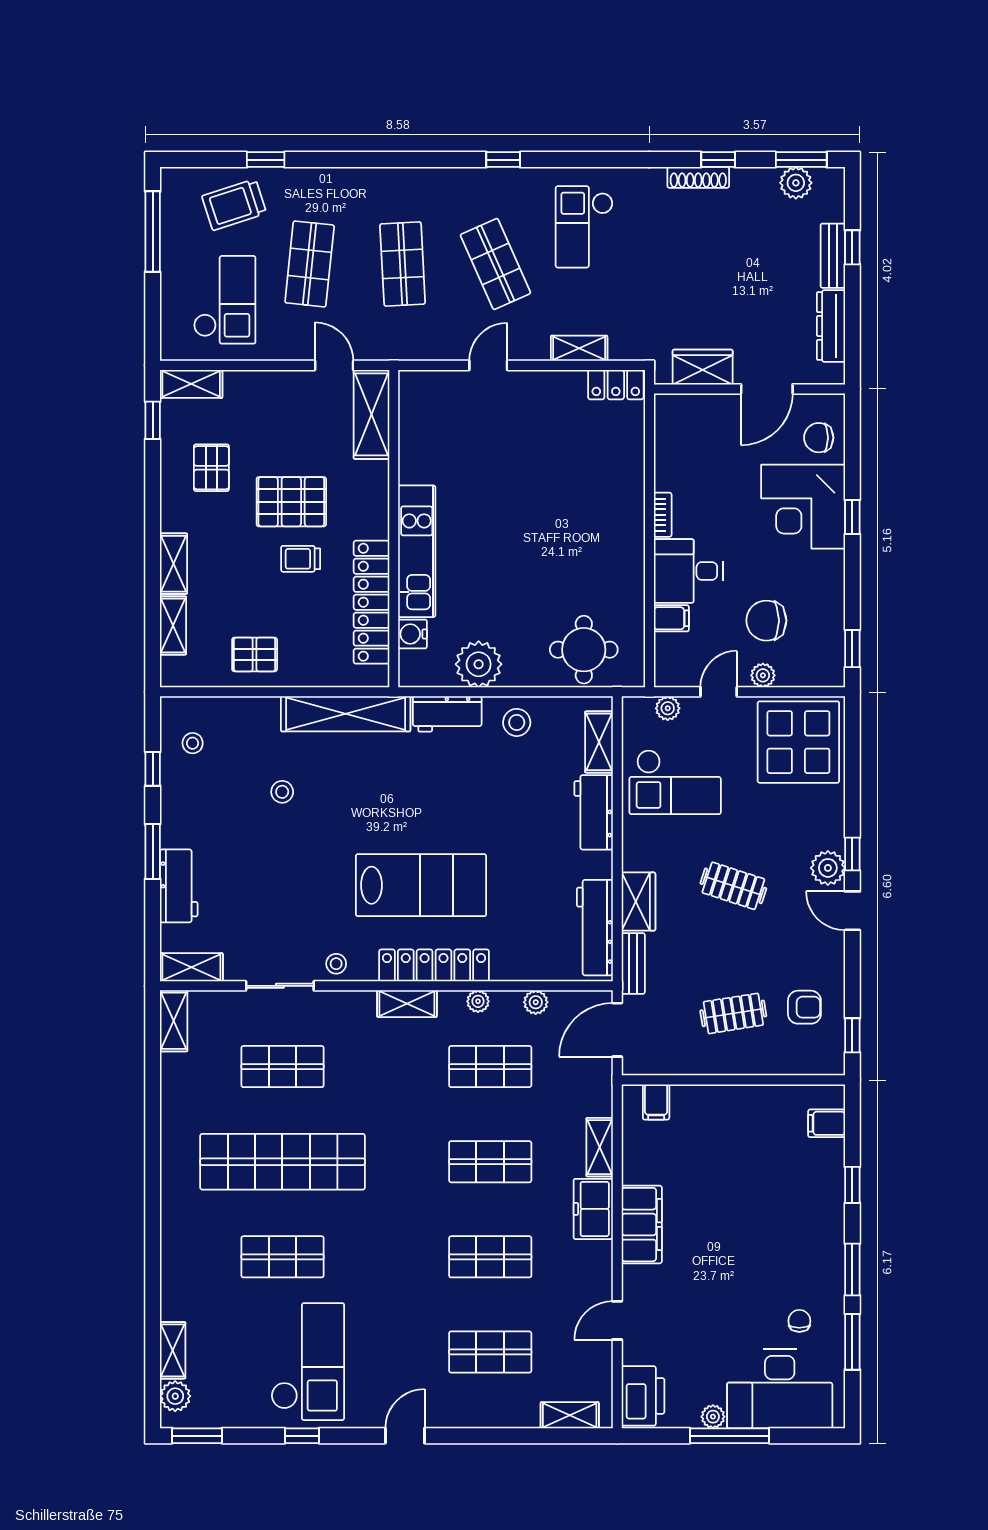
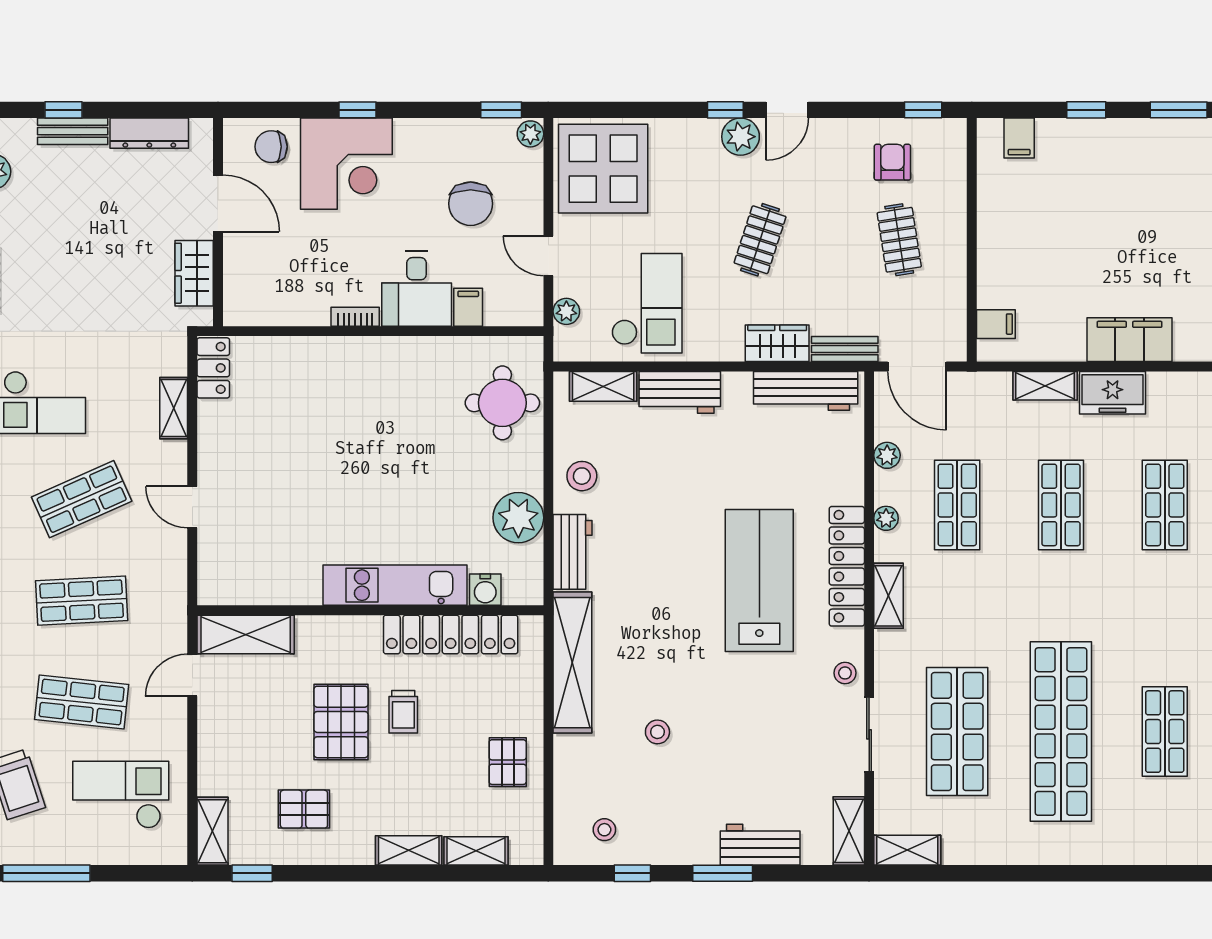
chair: (819, 438) -> (271, 147), turned 90
plant: (763, 675) -> (530, 134), moved
shop shelf: (282, 1067) -> (957, 732), width x1.43, depth x1.36

